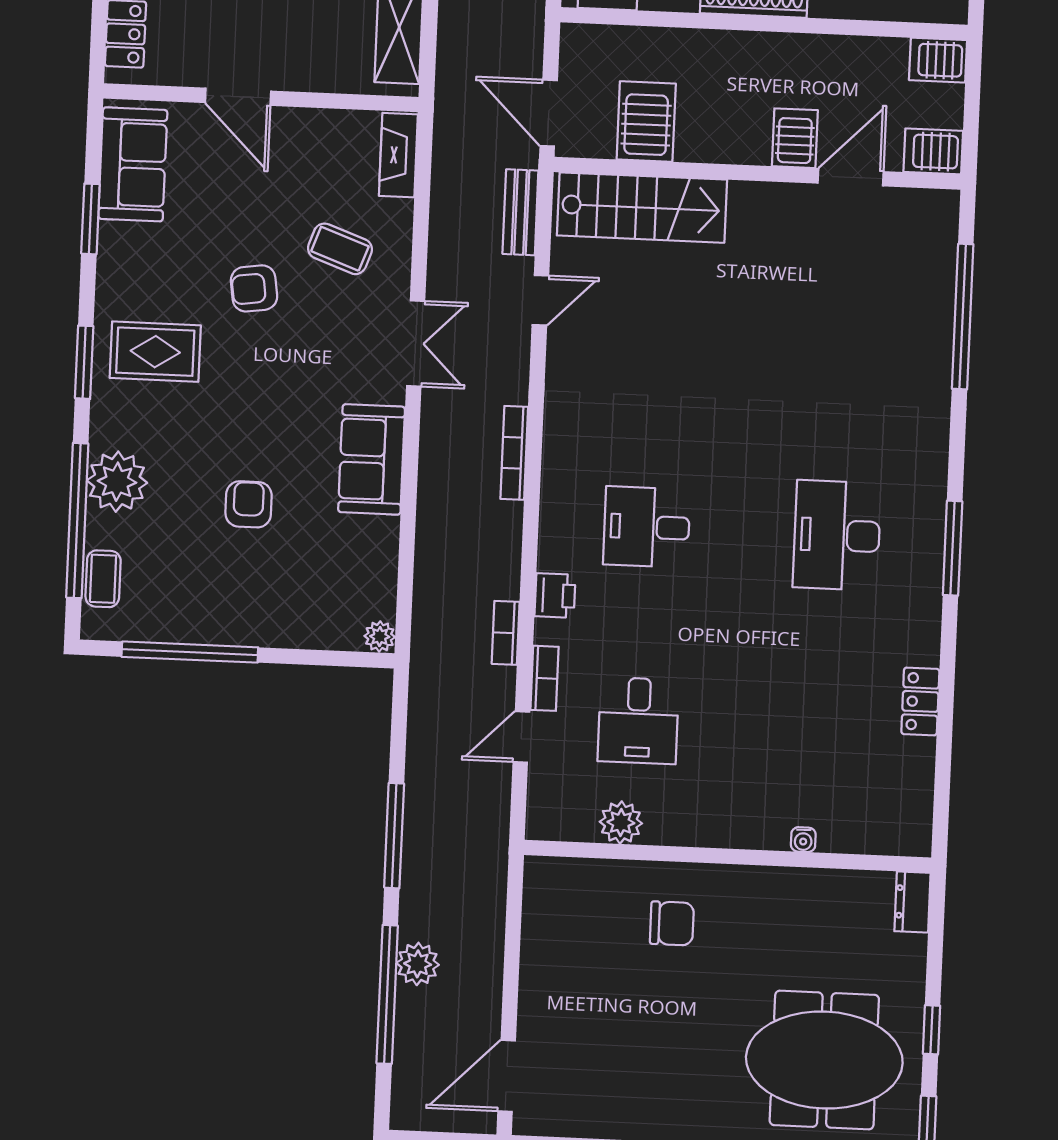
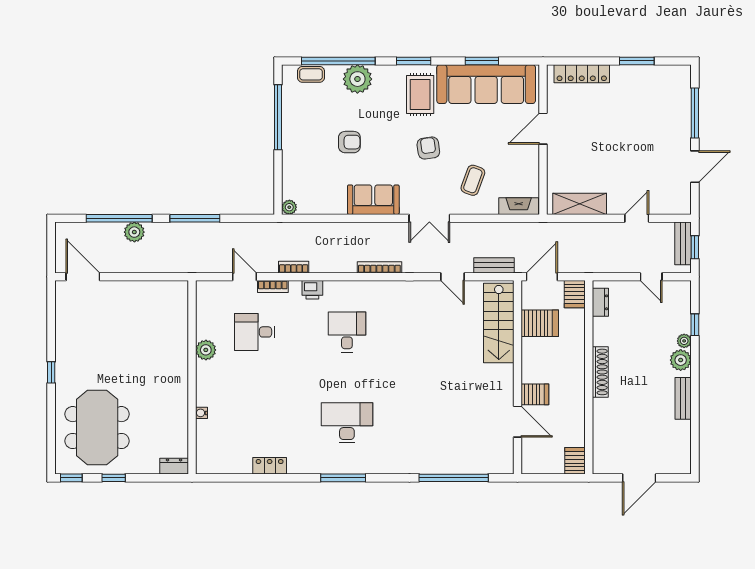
server rack: (933, 151) -> (575, 294), moved, turned 180
sofa: (133, 164) -> (486, 84), width x1.85, depth x1.27
armchair: (254, 288) -> (428, 148), moved
plant: (621, 823) -> (206, 350), moved
chair: (672, 923) -> (159, 352), removed

